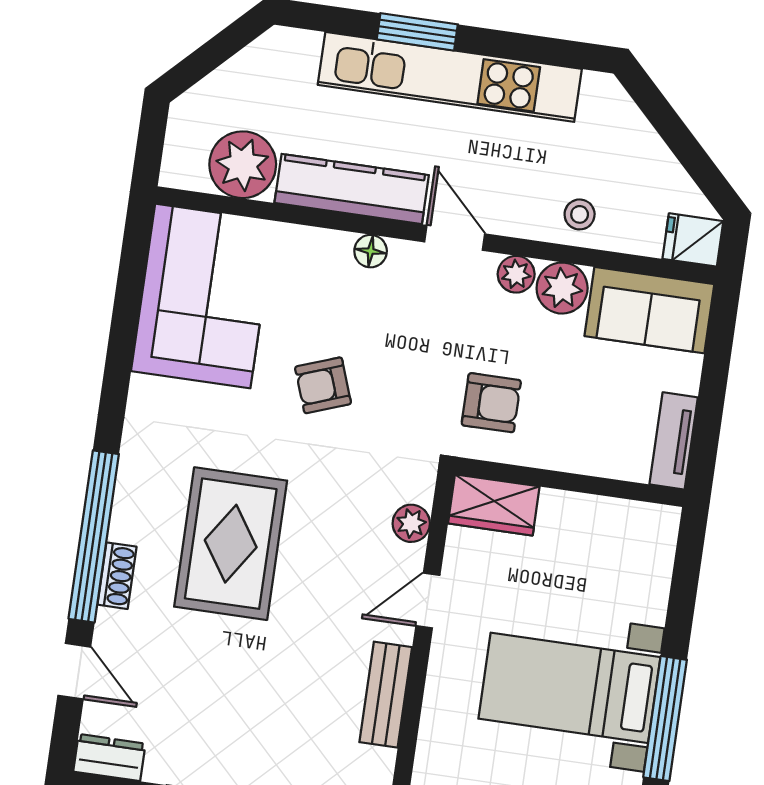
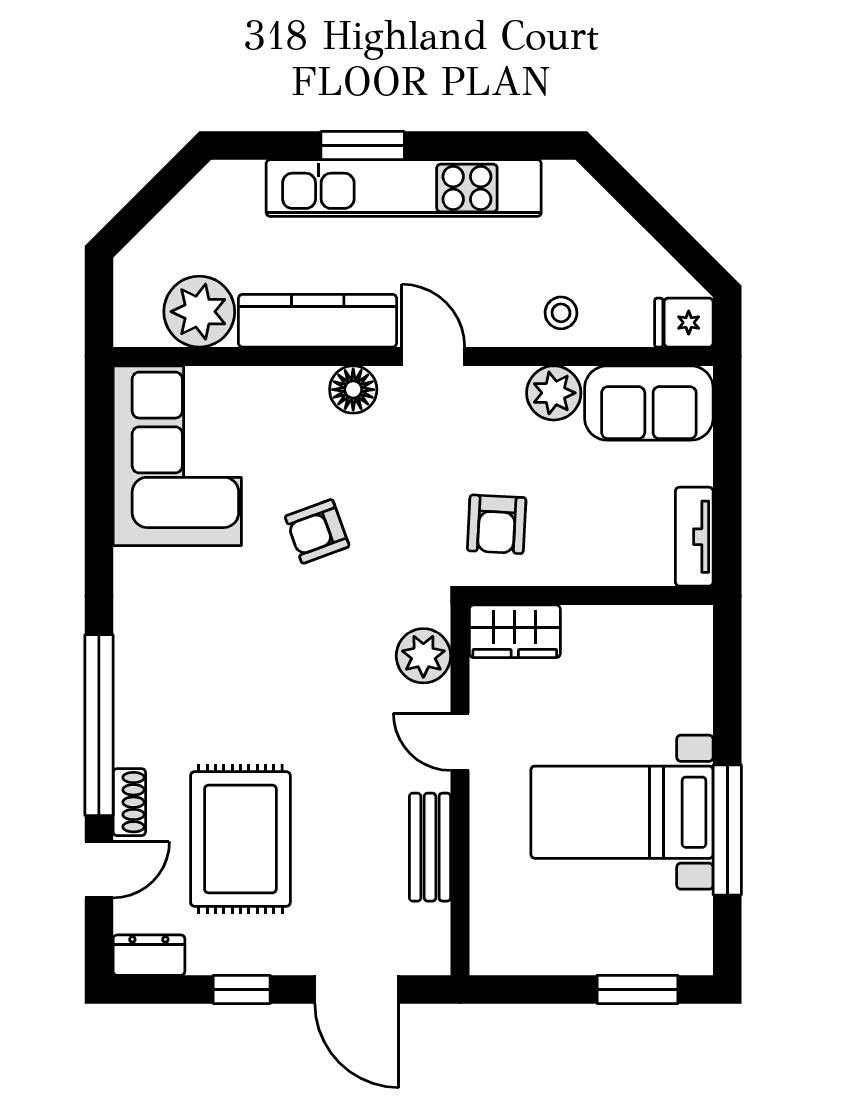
floor lamp: (371, 251) -> (353, 390), width x1.37, depth x1.37
plant: (516, 274) -> (503, 385), removed
armchair: (491, 403) -> (497, 524), turned 93
plant: (411, 523) -> (423, 656), width x1.38, depth x1.38
rug: (231, 544) -> (240, 839), moved
shoe rack: (117, 576) -> (129, 802), moved
door: (428, 601) -> (460, 742), hinge flipped
door: (74, 671) -> (99, 870), hinge flipped

